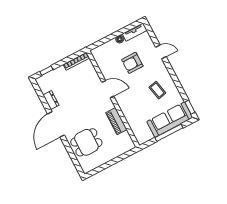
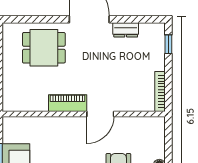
piano: (116, 121) -> (68, 103), moved
dining table: (86, 142) -> (44, 48), turned 90

